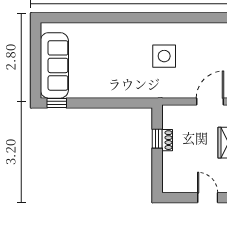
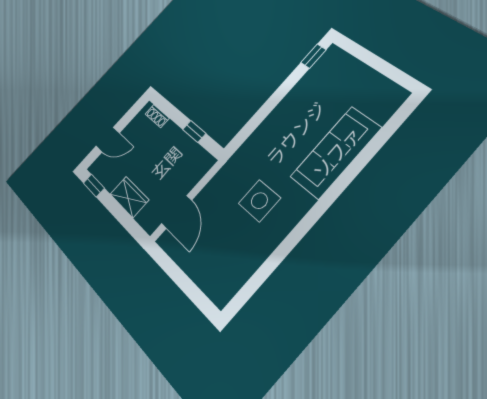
sofa: (54, 65) -> (336, 152), moved, turned 90
shoe rack: (167, 140) -> (157, 116), moved

